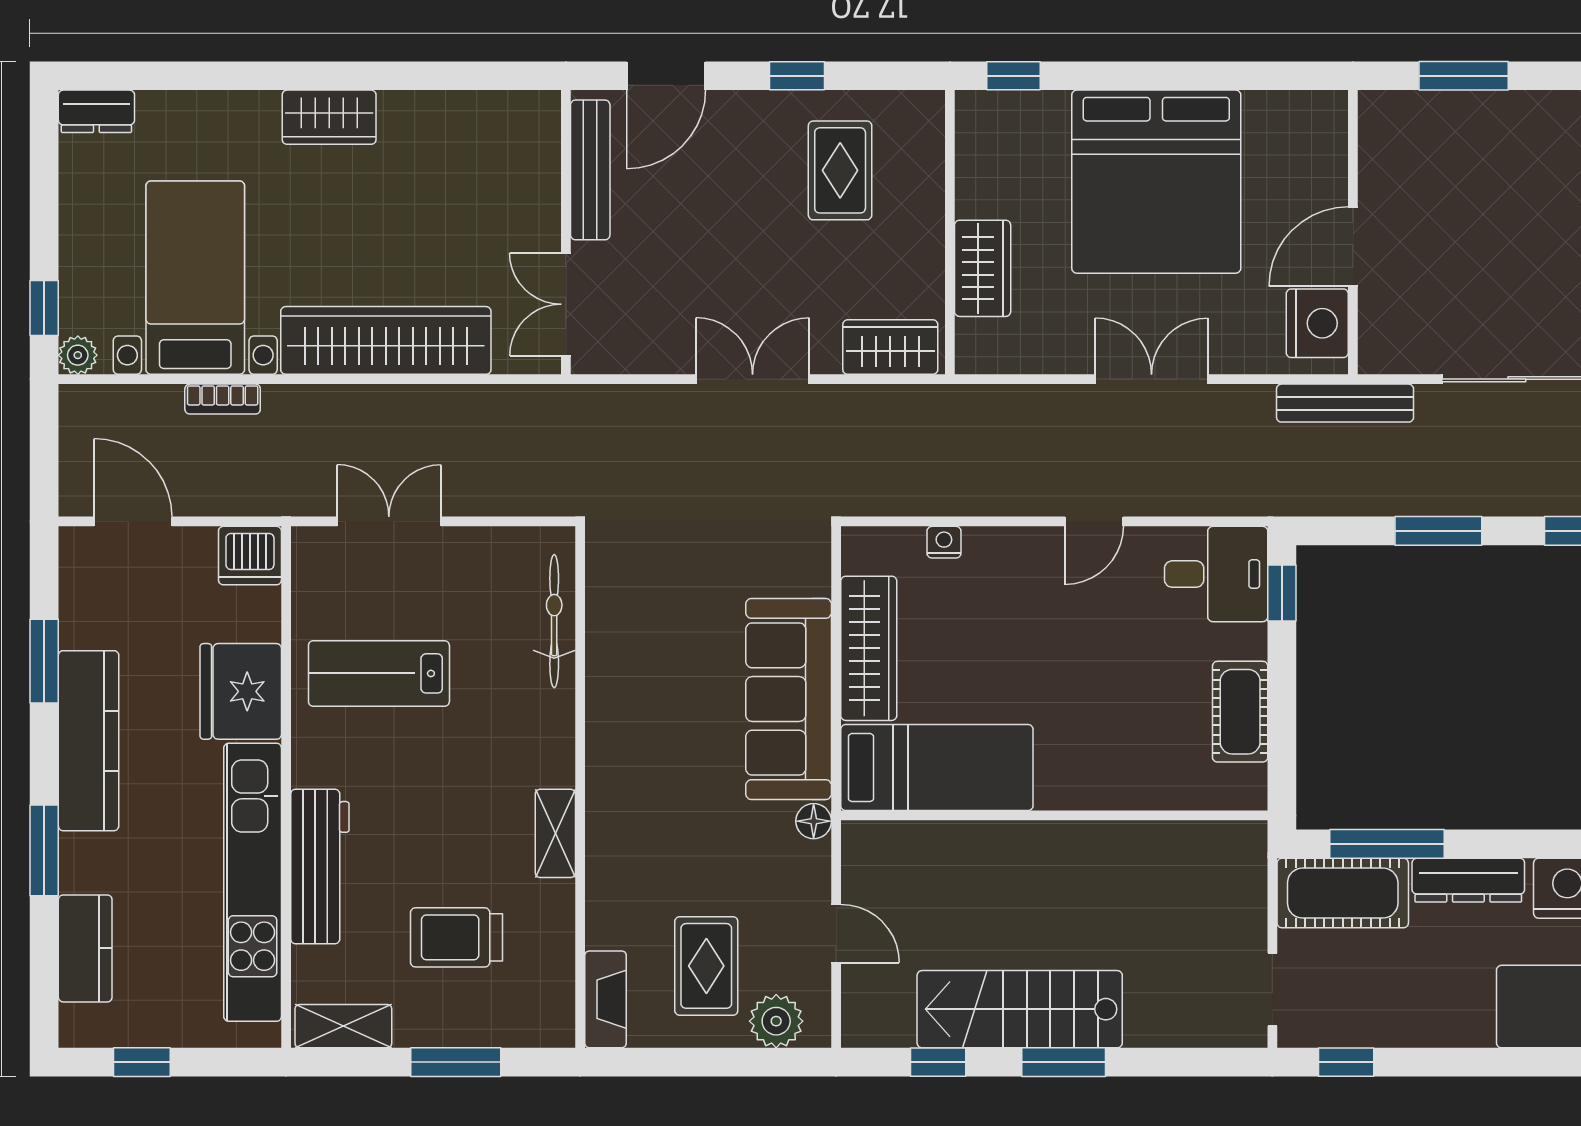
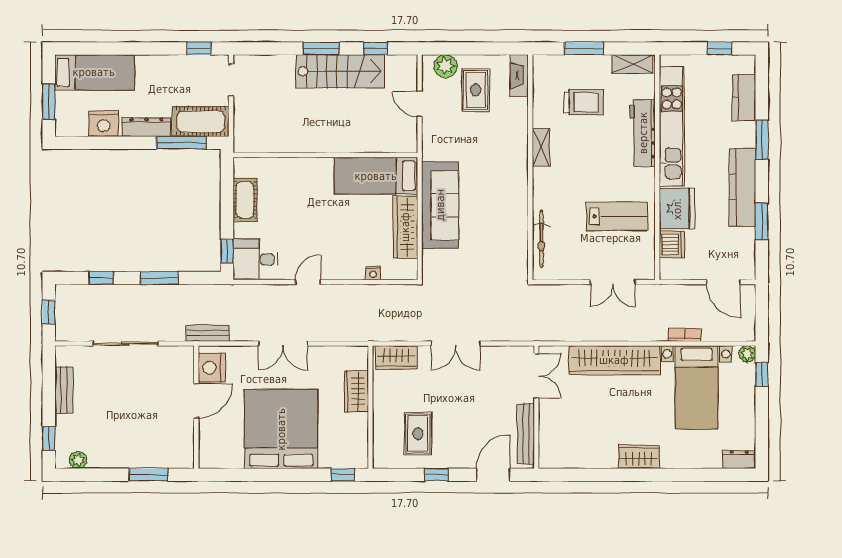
bench: (1345, 403) -> (207, 333), width x0.73
dishwasher: (250, 556) -> (672, 245), moved, turned 90
floor lamp: (814, 821) -> (429, 153), removed

